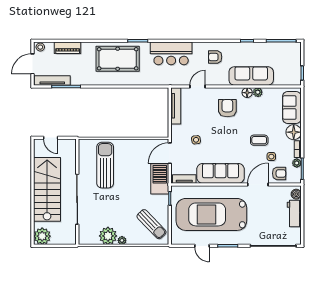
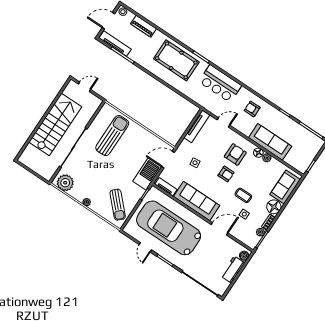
door: (51, 138) -> (84, 87), swing flipped
armchair: (279, 173) -> (226, 174), moved
plant: (42, 236) -> (28, 158), removed
plant: (108, 236) -> (65, 183), moved

